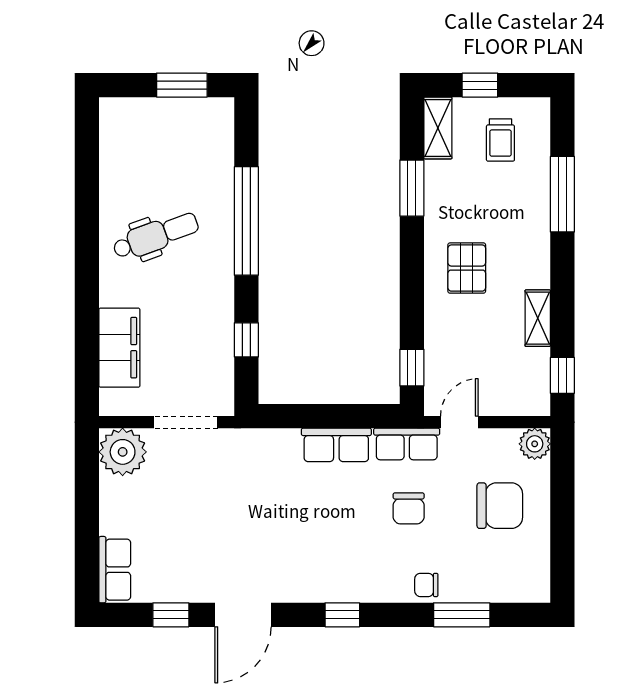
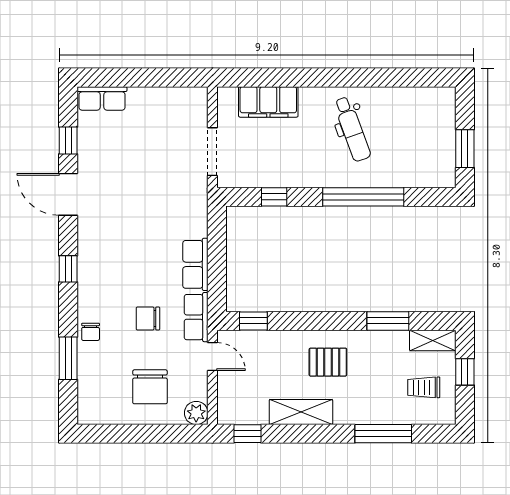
shelving: (538, 318) -> (301, 412), width x1.50, depth x1.33
plant: (123, 452) -> (190, 104), removed
chair: (426, 585) -> (91, 332), turned 180

